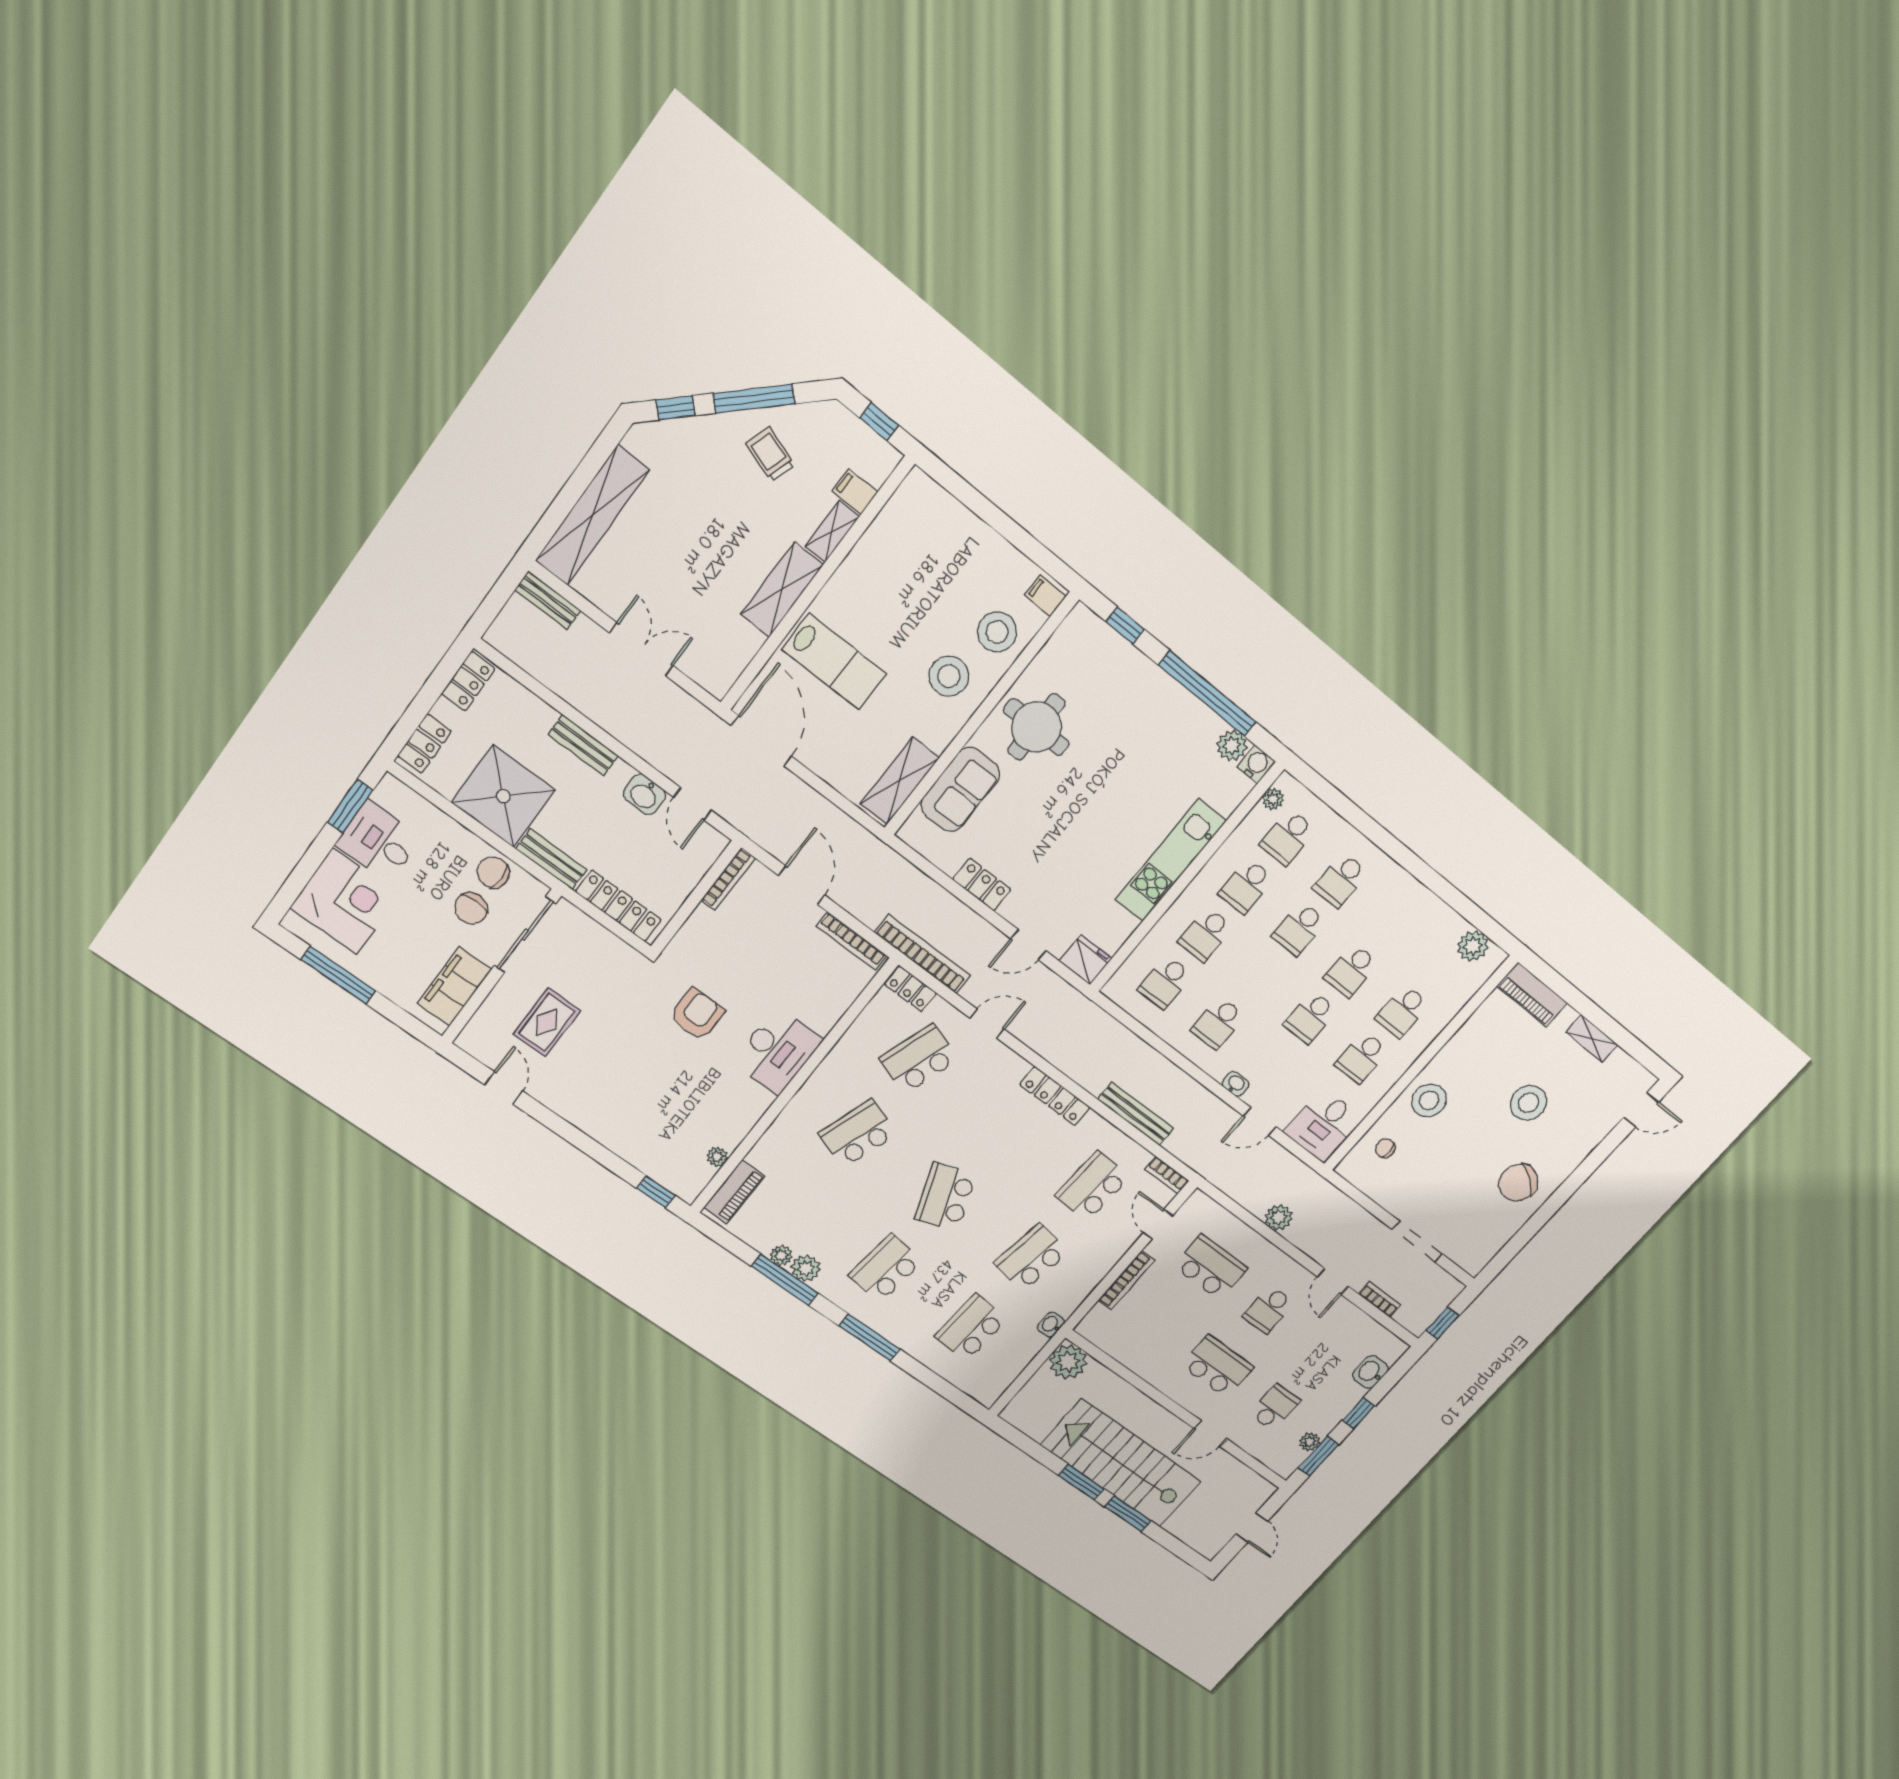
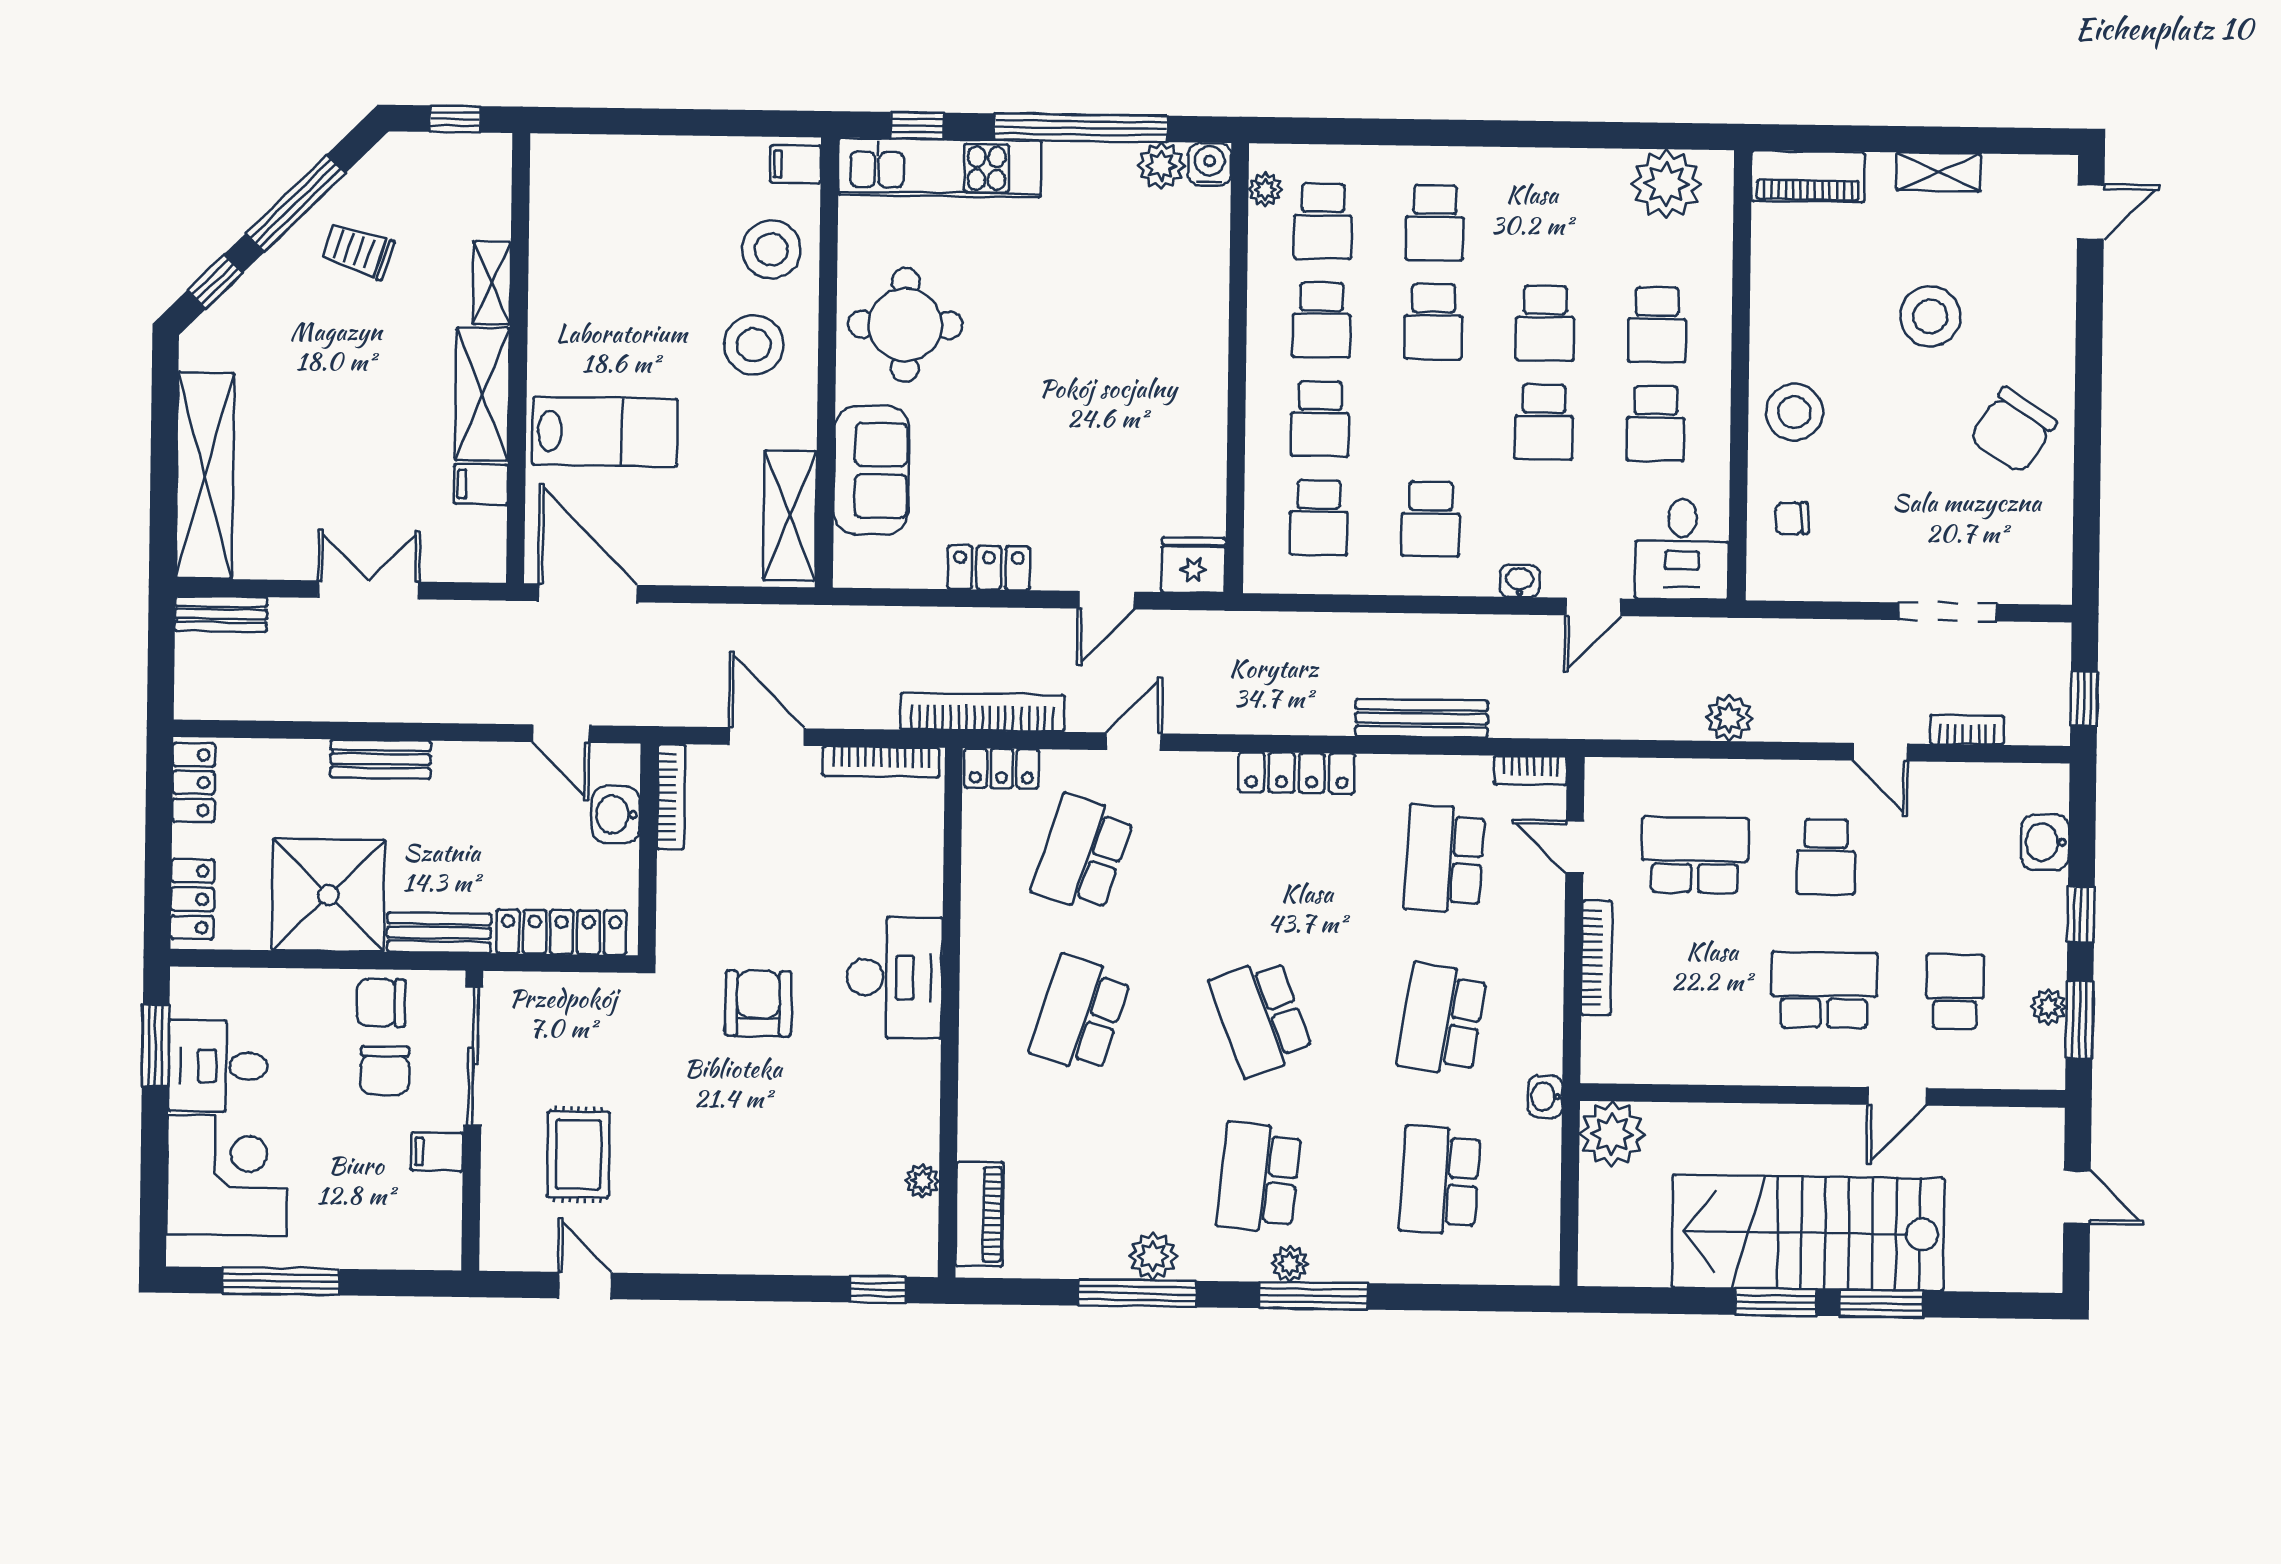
filing cabinet: (855, 491) -> (481, 484), moved
washbasin: (644, 794) -> (616, 814), moved, turned 90
kitchen unit: (1171, 860) -> (940, 168), moved, turned -90
plant: (1473, 946) -> (1666, 184), width x1.36, depth x1.36
filing cabinet: (454, 986) -> (437, 1152), width x0.33, depth x0.86
plant: (781, 1256) -> (1290, 1264), moved

